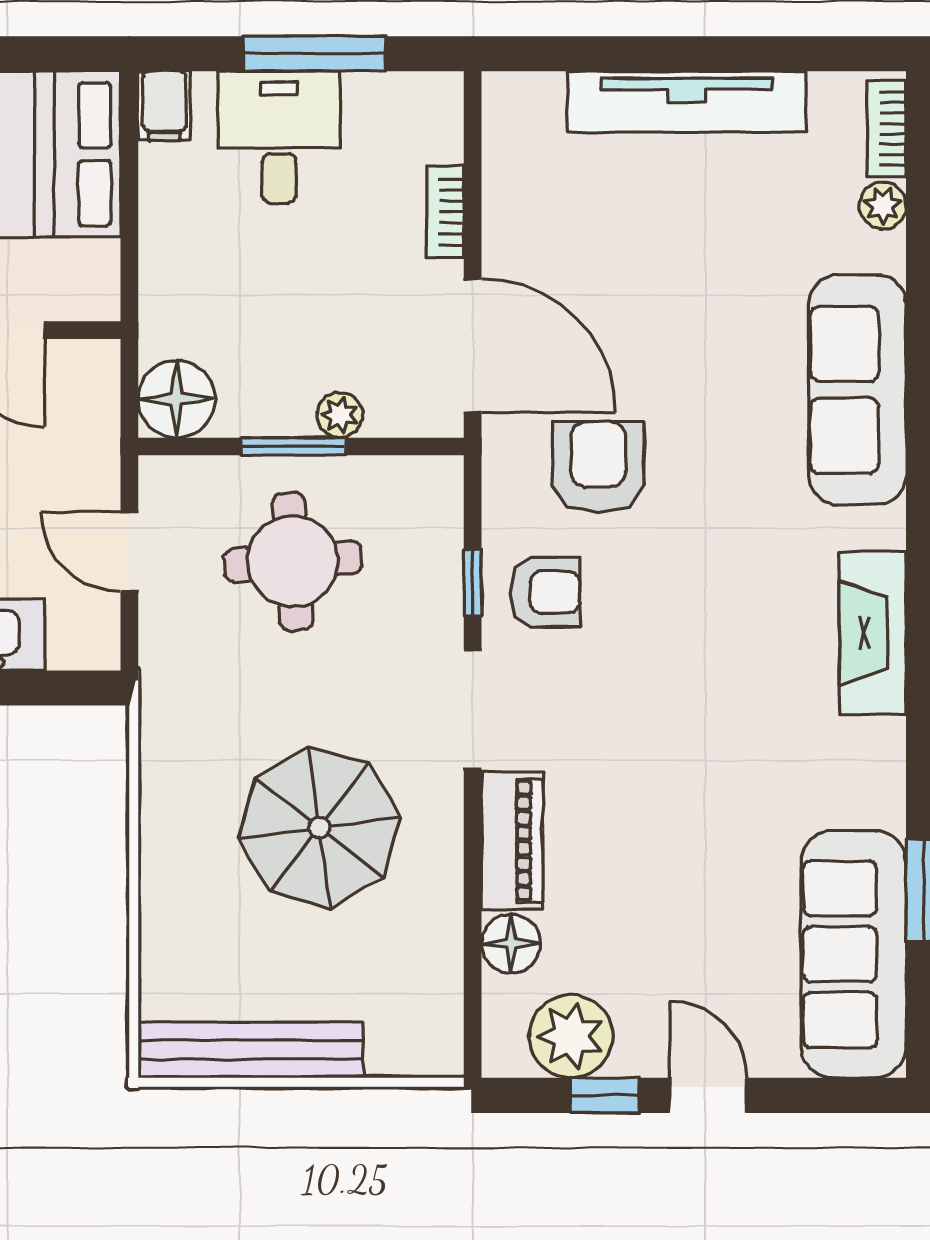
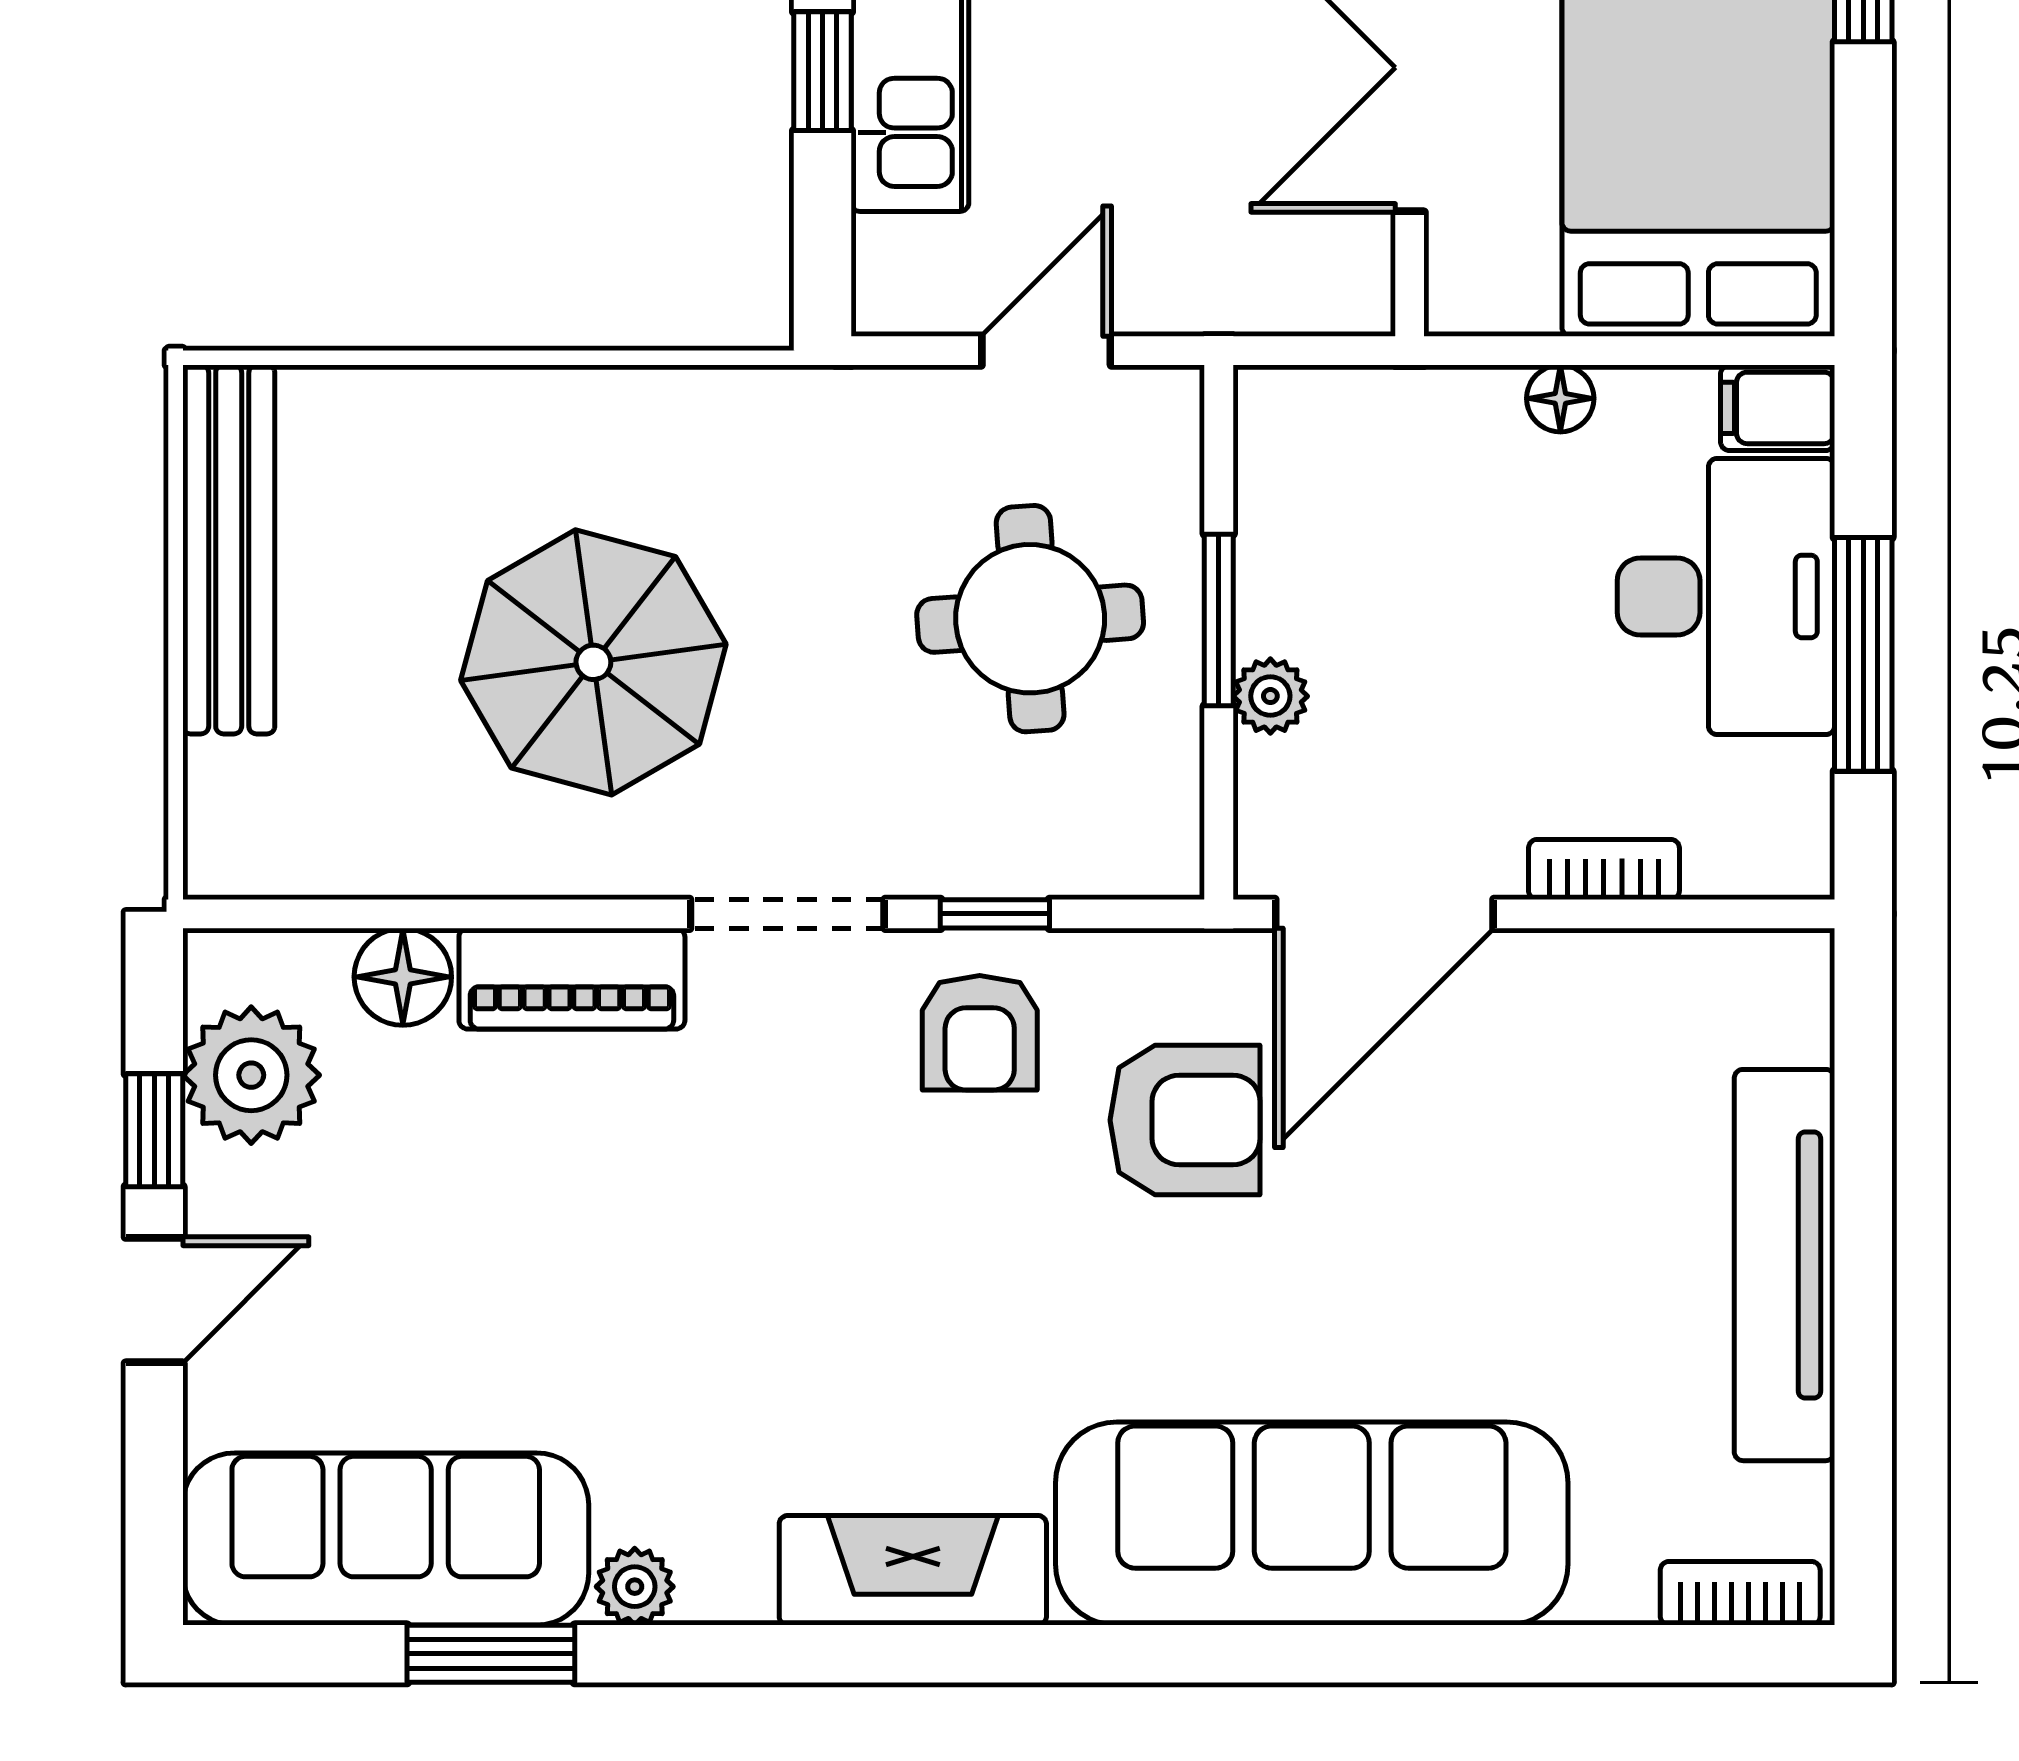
desk: (279, 137) -> (1726, 596), width x1.37
plant: (883, 206) -> (635, 1587), moved
sofa: (857, 390) -> (1312, 1524), width x1.36, depth x1.27
floor lamp: (177, 399) -> (1560, 398), moved, width x0.53, depth x0.53

